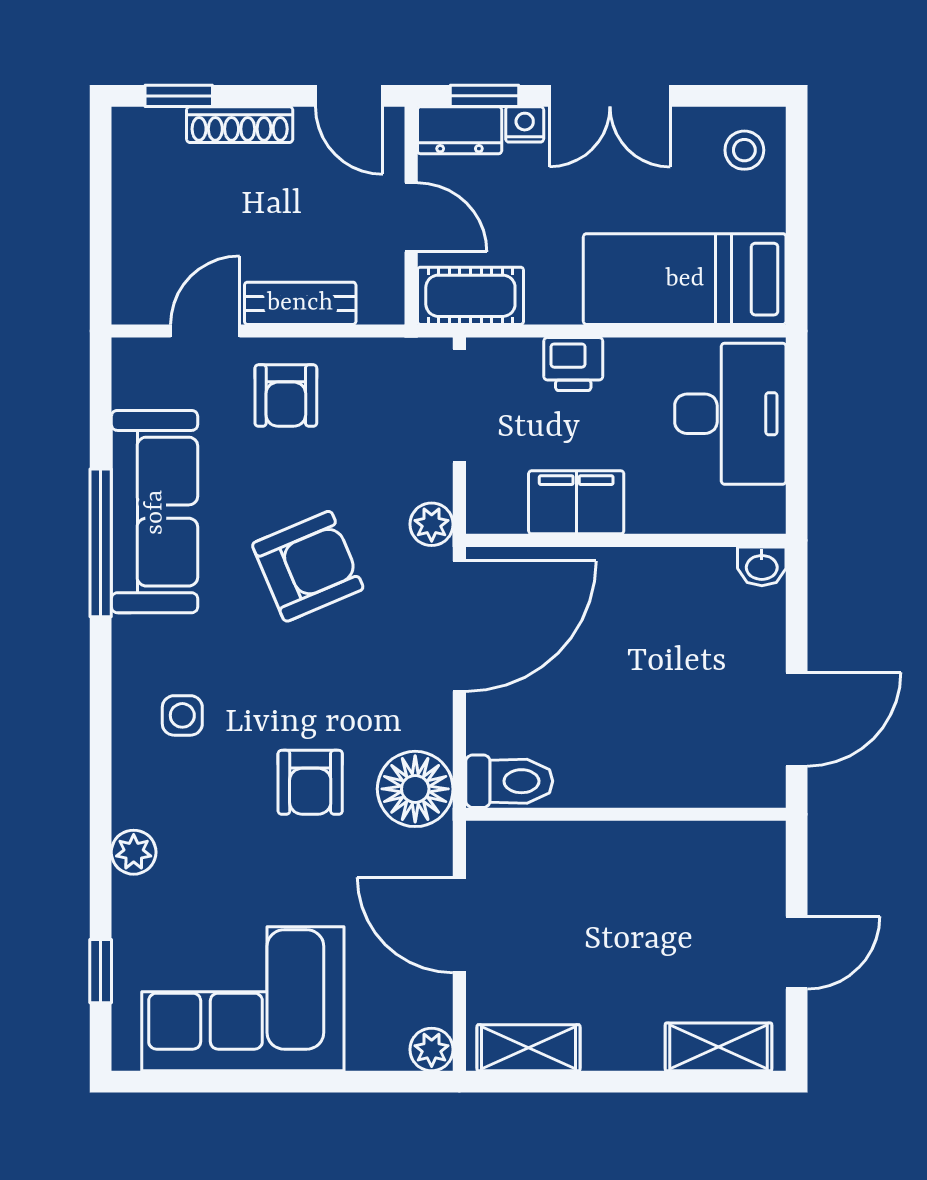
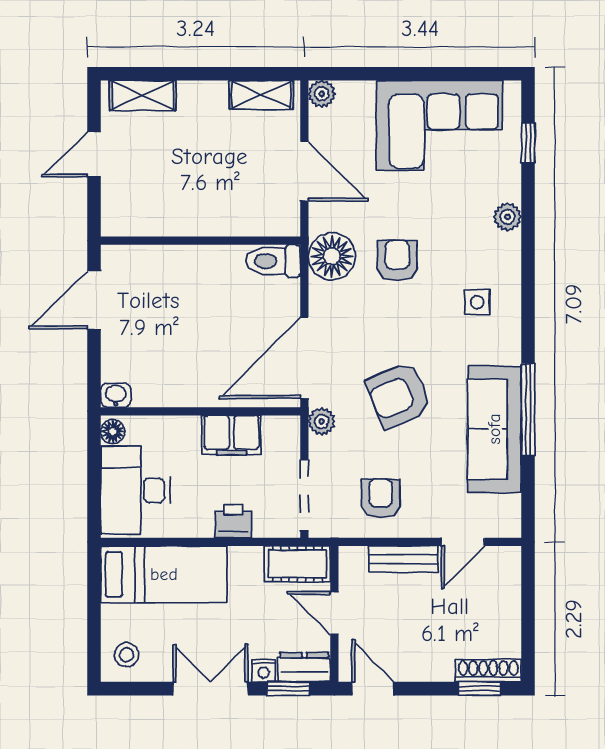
shoe rack: (240, 125) -> (488, 671), moved
armchair: (286, 396) -> (381, 498), moved
floor lamp: (766, 508) -> (113, 432), added

